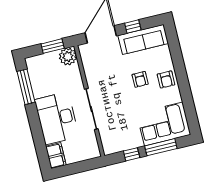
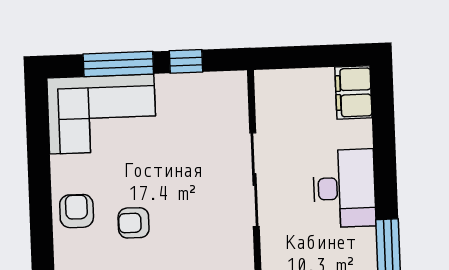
armchair: (140, 79) -> (134, 223), turned -90
desk: (57, 118) -> (344, 188), width x0.73, depth x0.77

